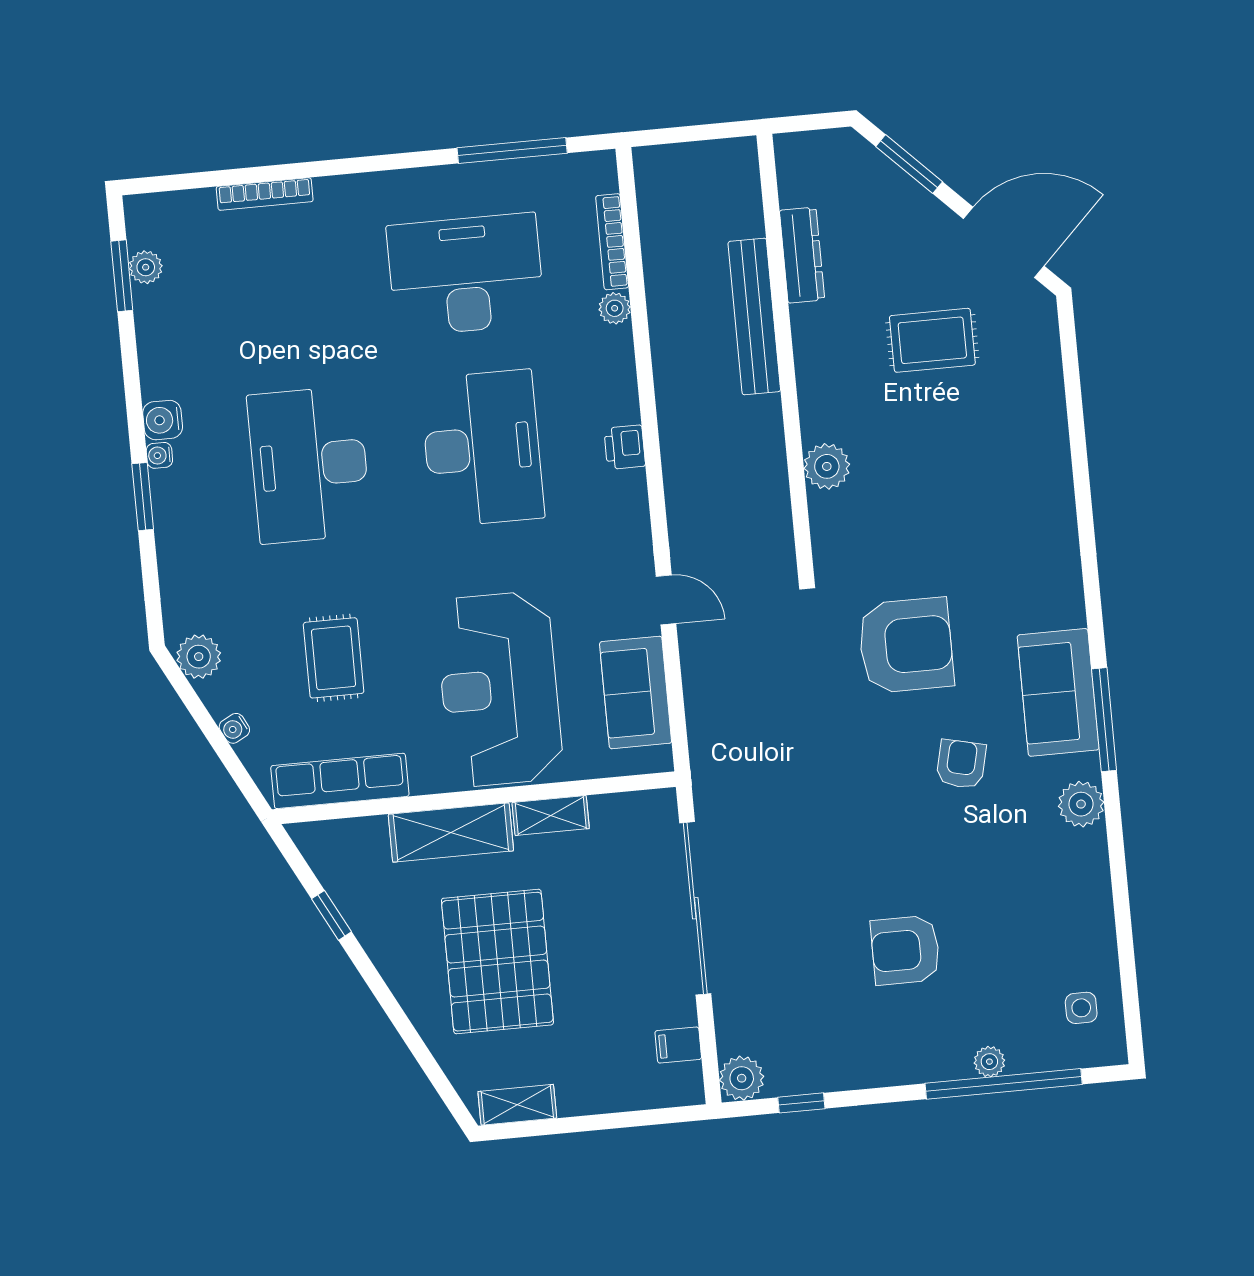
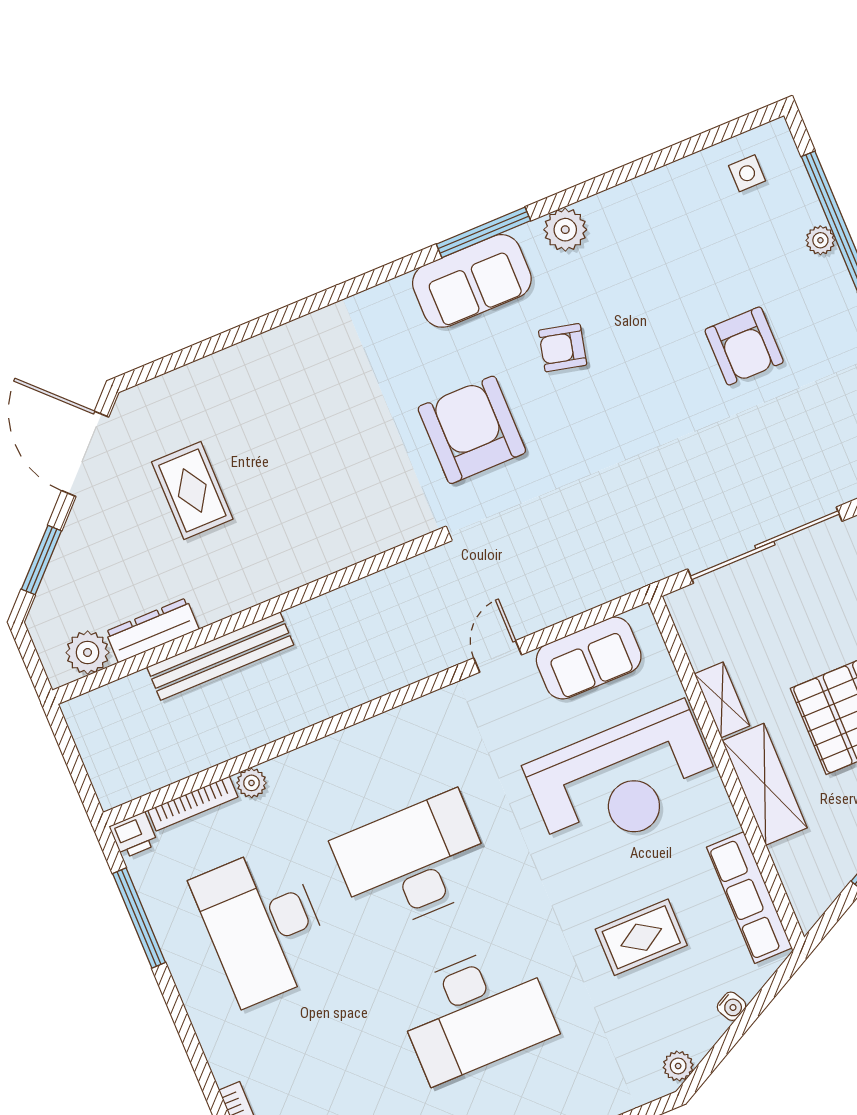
printer: (625, 447) -> (134, 835), moved
plant: (827, 466) -> (88, 652), moved
plant: (199, 657) -> (678, 1066), width x0.73, depth x0.73

